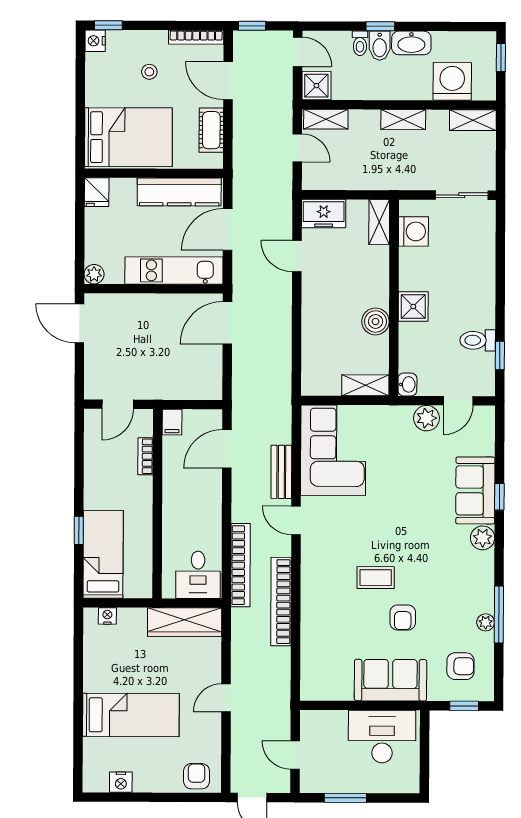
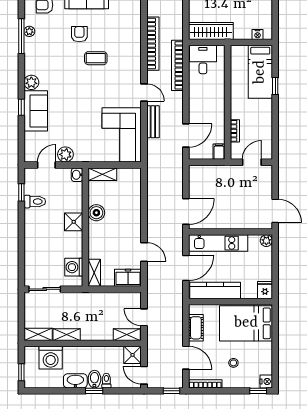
shelving: (403, 120) -> (67, 335), moved

